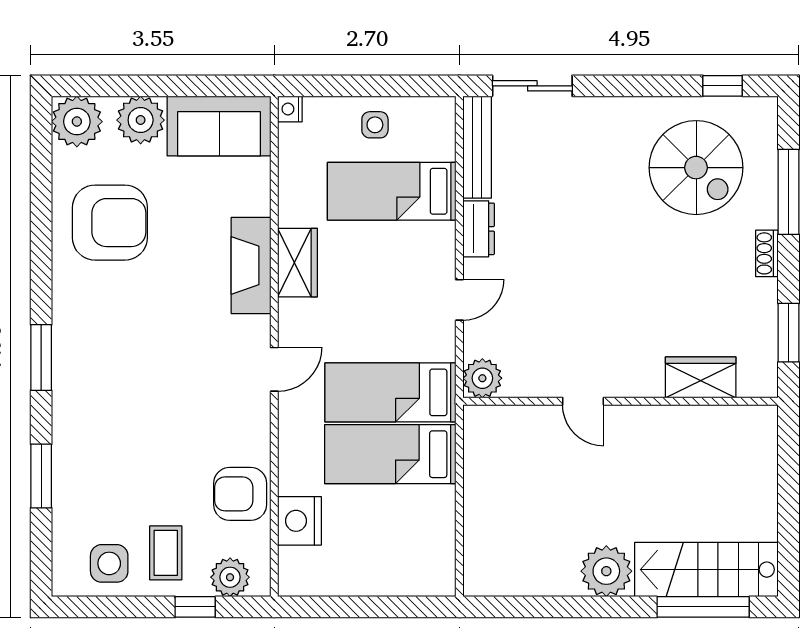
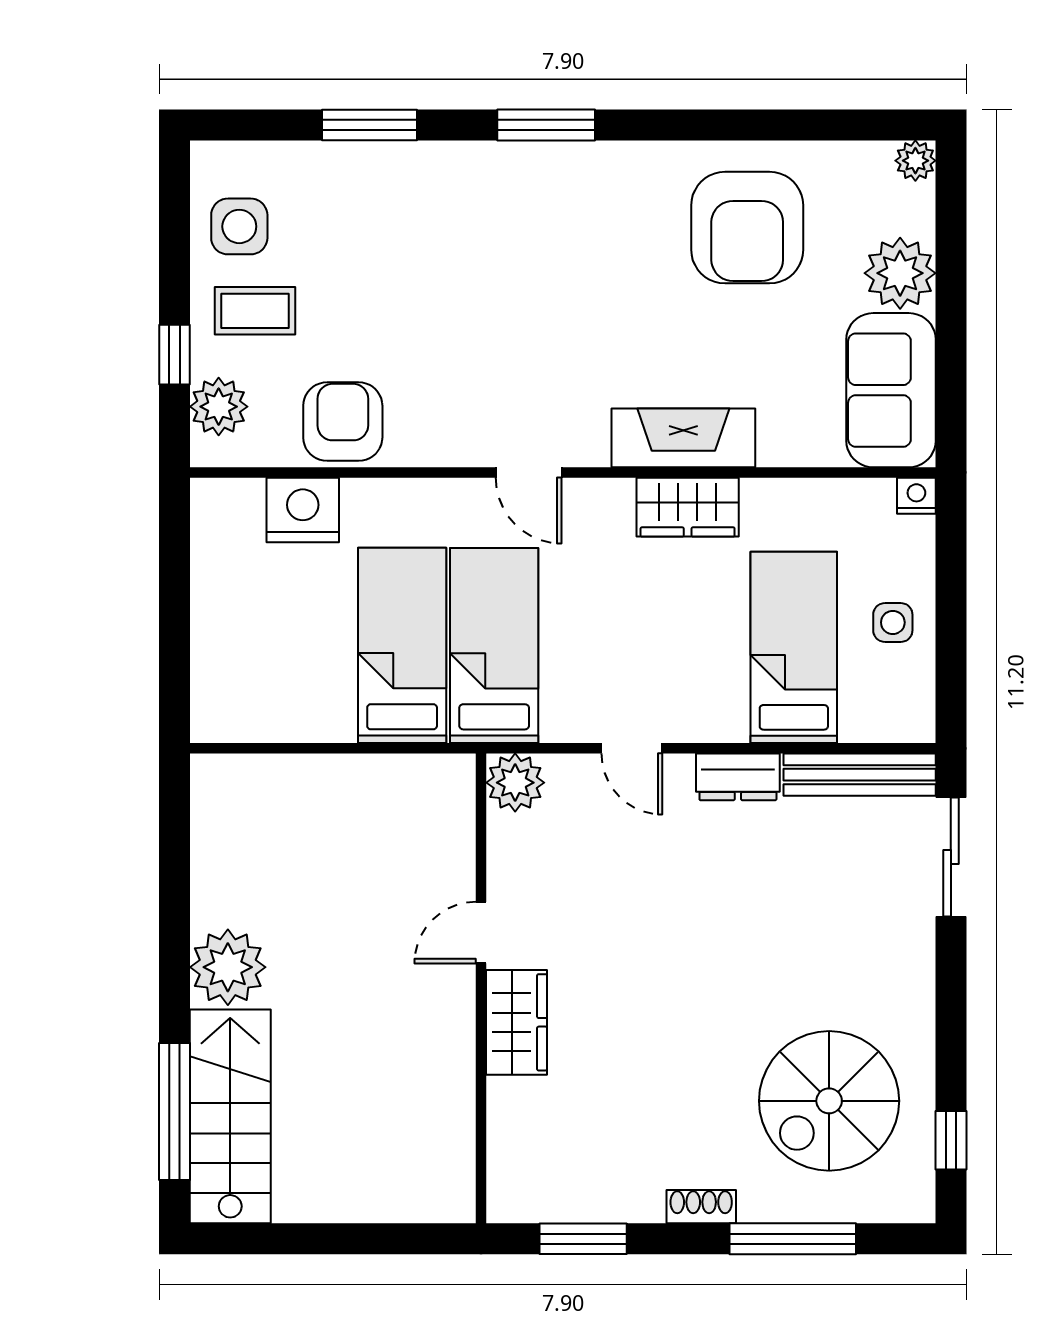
plant: (77, 122) -> (915, 161), width x0.53, depth x0.53
wardrobe: (701, 377) -> (517, 1022), moved

